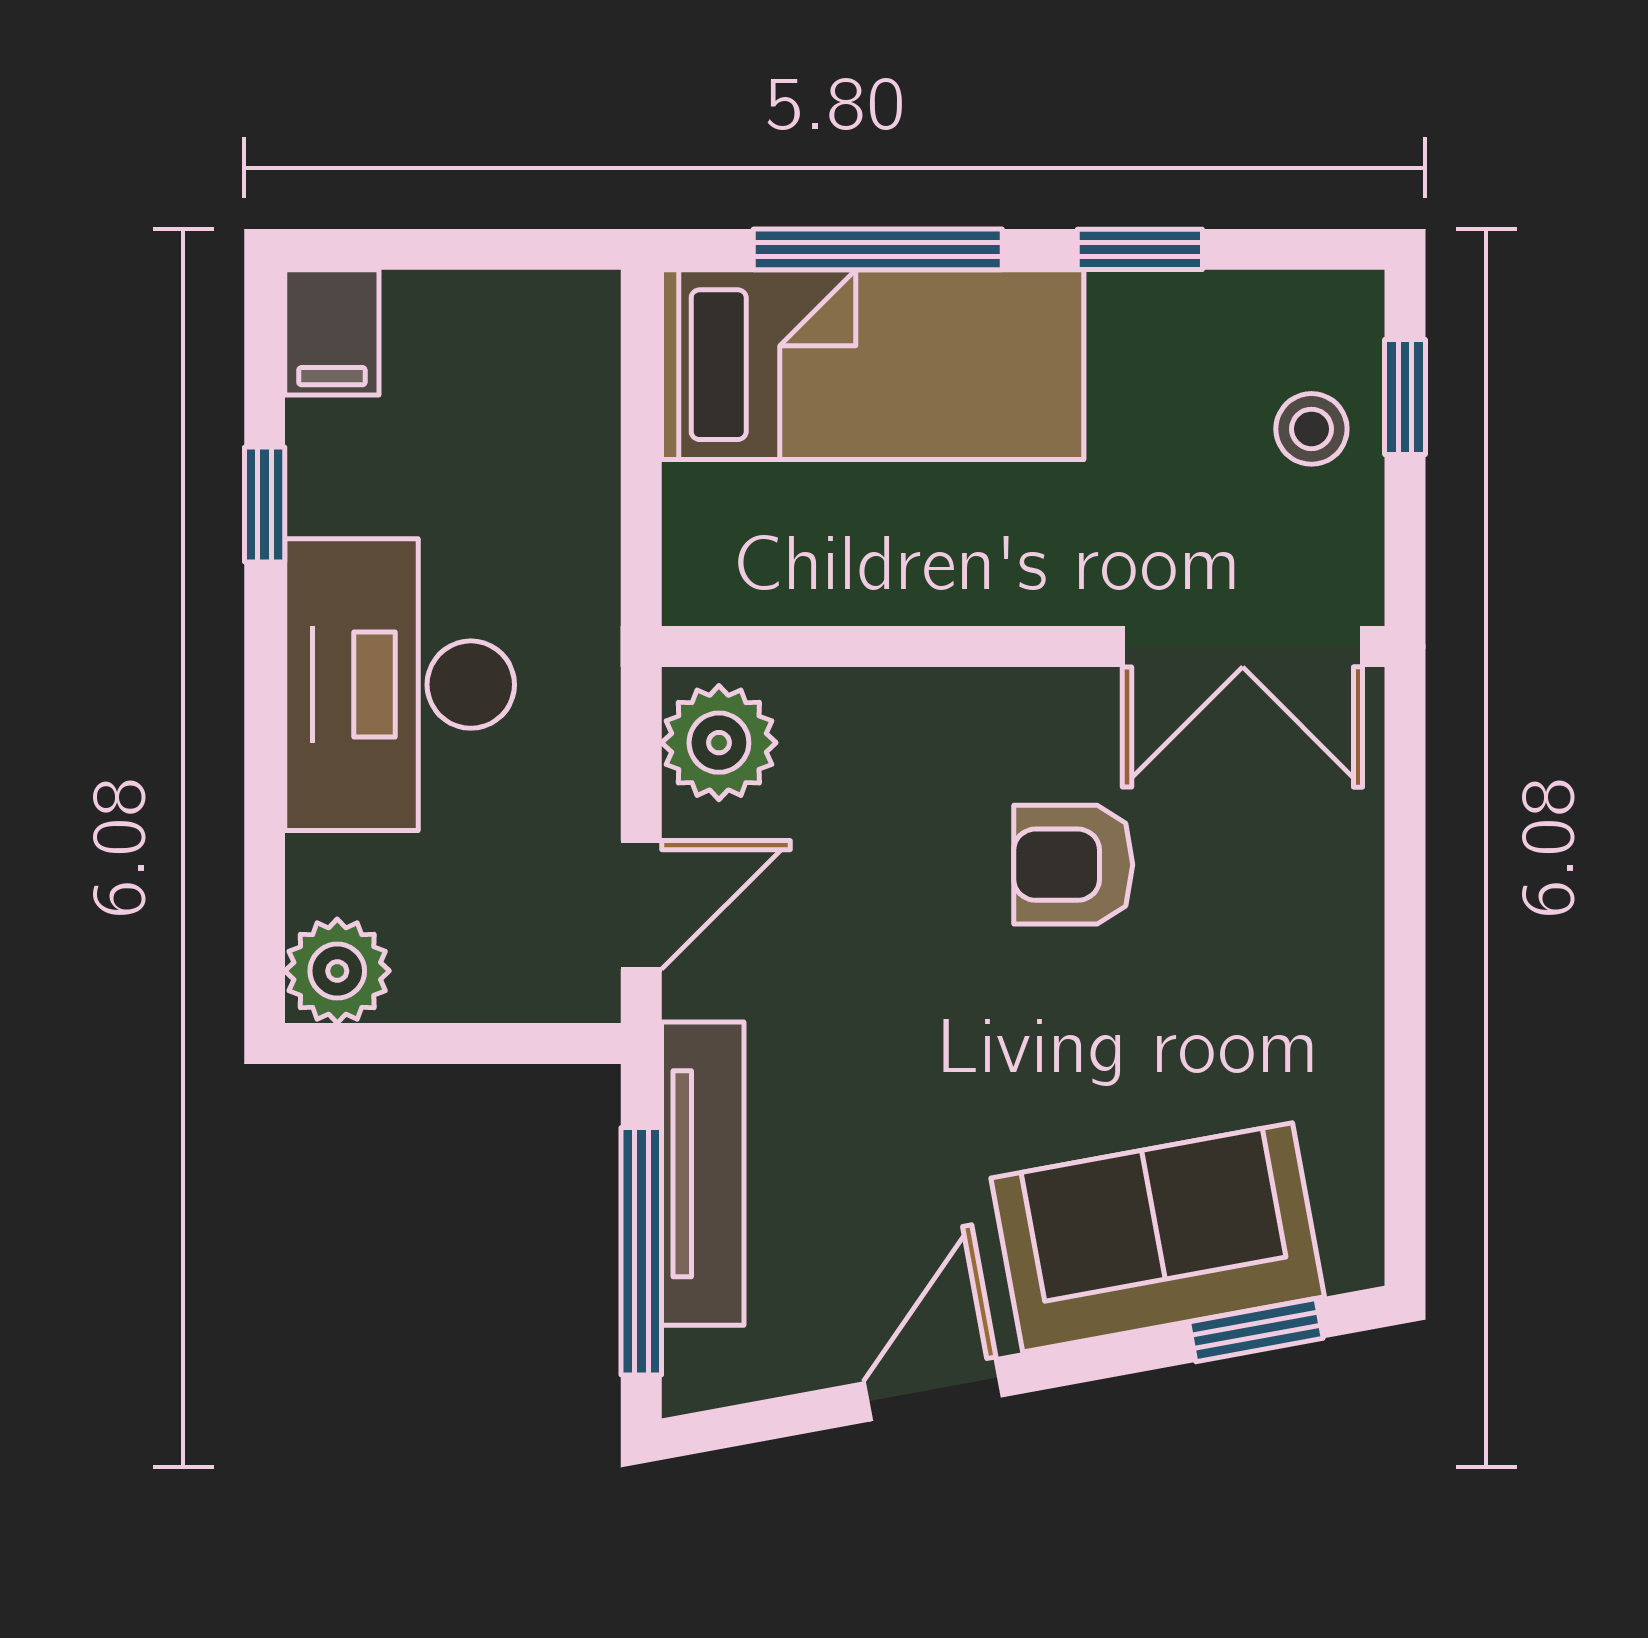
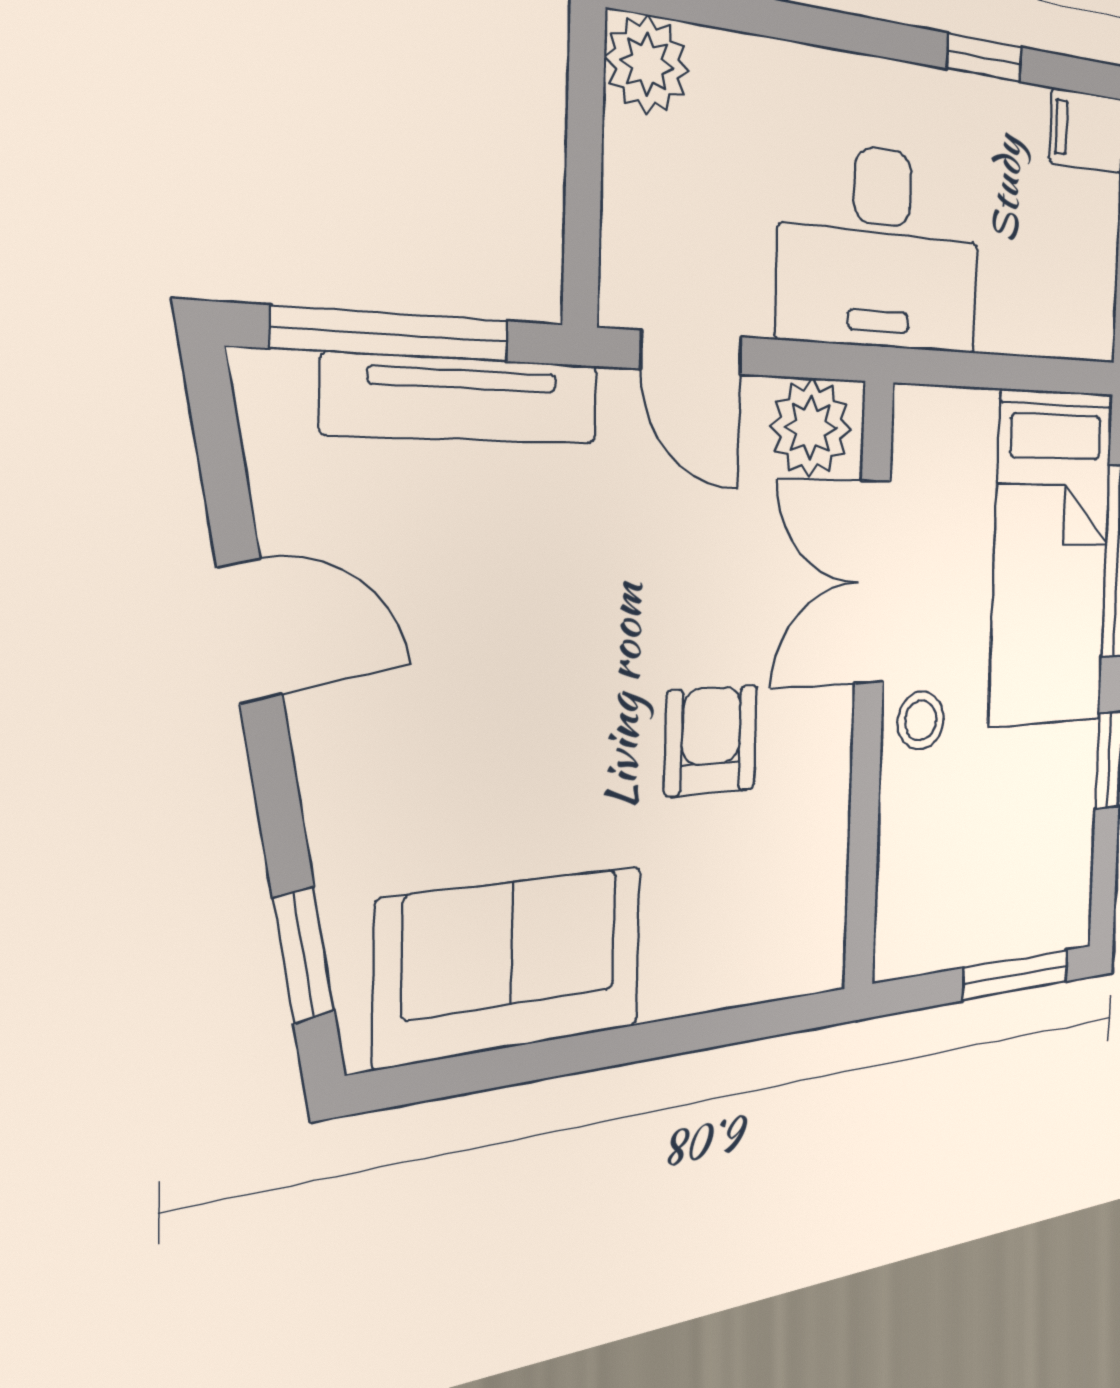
window: (1405, 397) -> (1016, 975), width x1.50
stool: (1311, 429) -> (921, 720), moved
double door: (1243, 646) -> (872, 582), moved
desk: (400, 685) -> (881, 248), moved, turned 180
sofa: (1158, 1237) -> (511, 965), moved, turned -80

